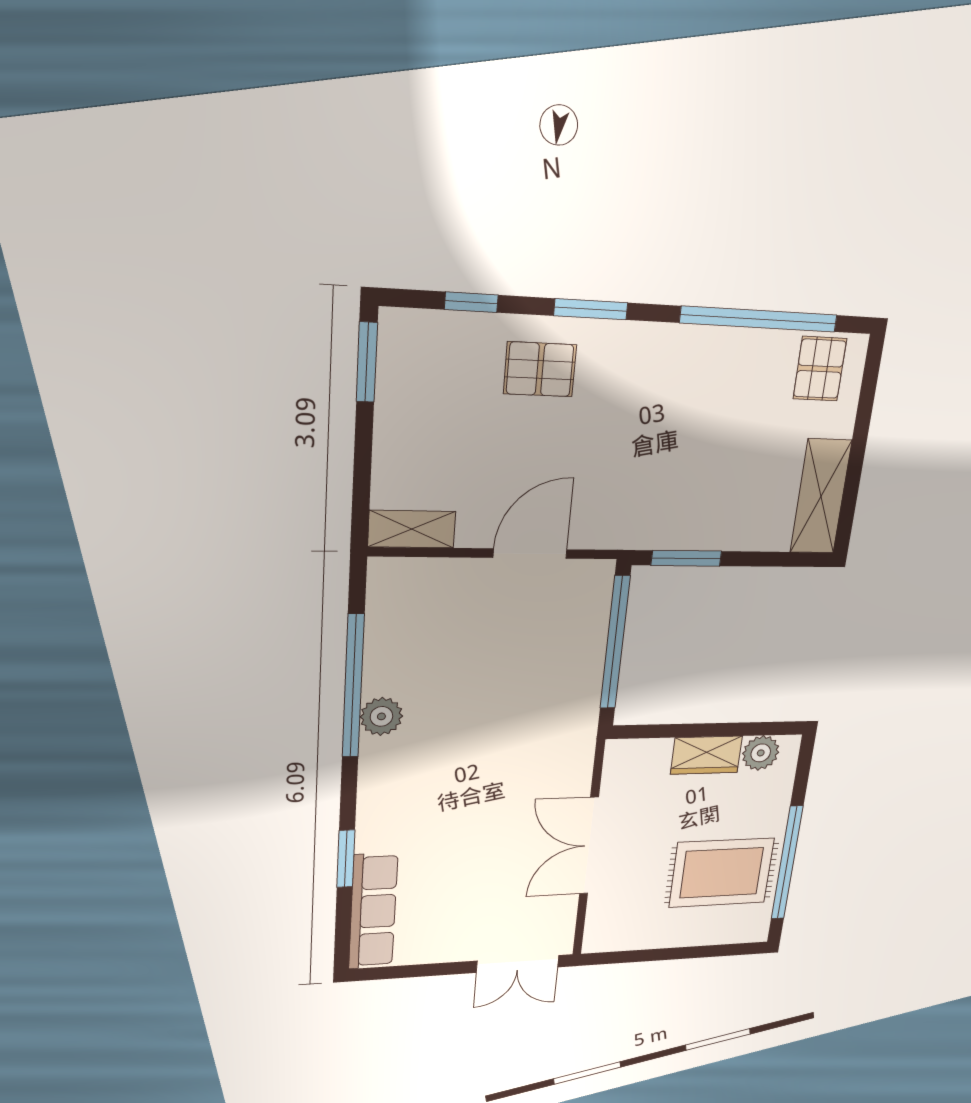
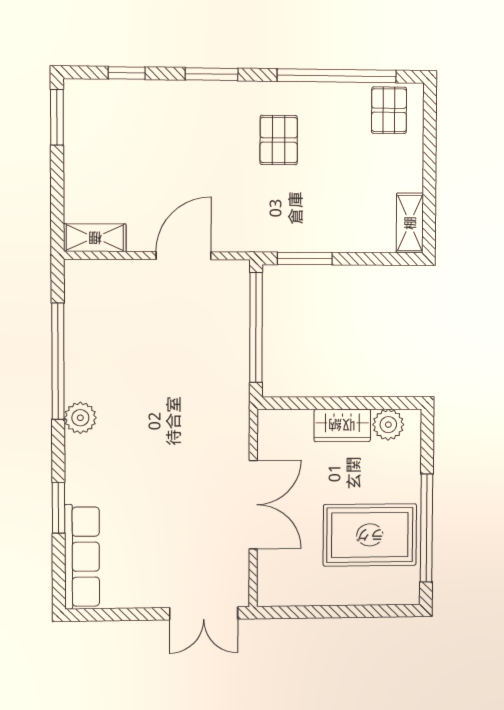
pallet: (540, 369) -> (279, 140), moved, turned 90
shelving: (821, 496) -> (410, 223), width x0.67, depth x0.75
plant: (381, 716) -> (80, 418), moved
double door: (589, 846) -> (253, 505), swing flipped

